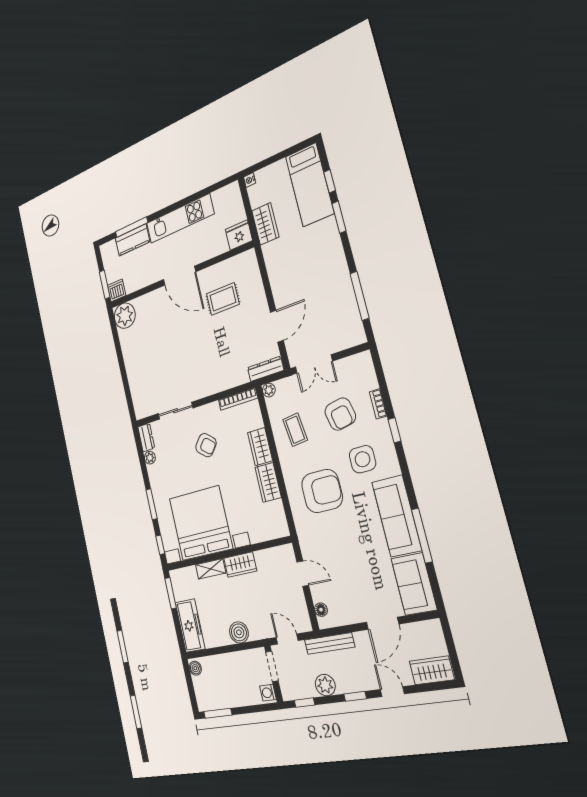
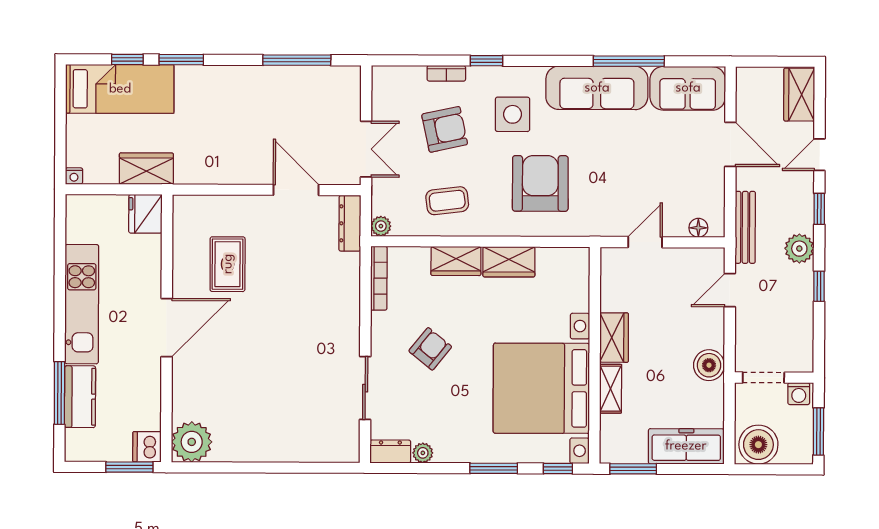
doorway: (272, 666) -> (763, 378), moved
boiler: (195, 668) -> (758, 445), width x1.86, depth x1.86
wall: (274, 674) -> (774, 378), moved
washing machine: (268, 693) -> (799, 394), moved

